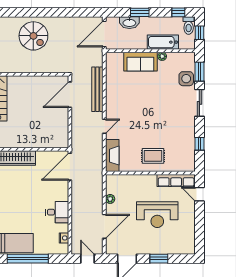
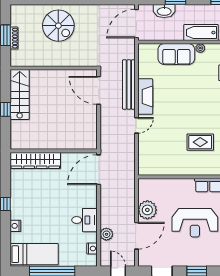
door: (70, 95) -> (99, 90), hinge flipped
fireplace: (112, 156) -> (145, 96), moved
rug: (153, 156) -> (200, 142), moved
plant: (110, 199) -> (147, 210), width x1.87, depth x1.87
plant: (77, 225) -> (106, 234), added

